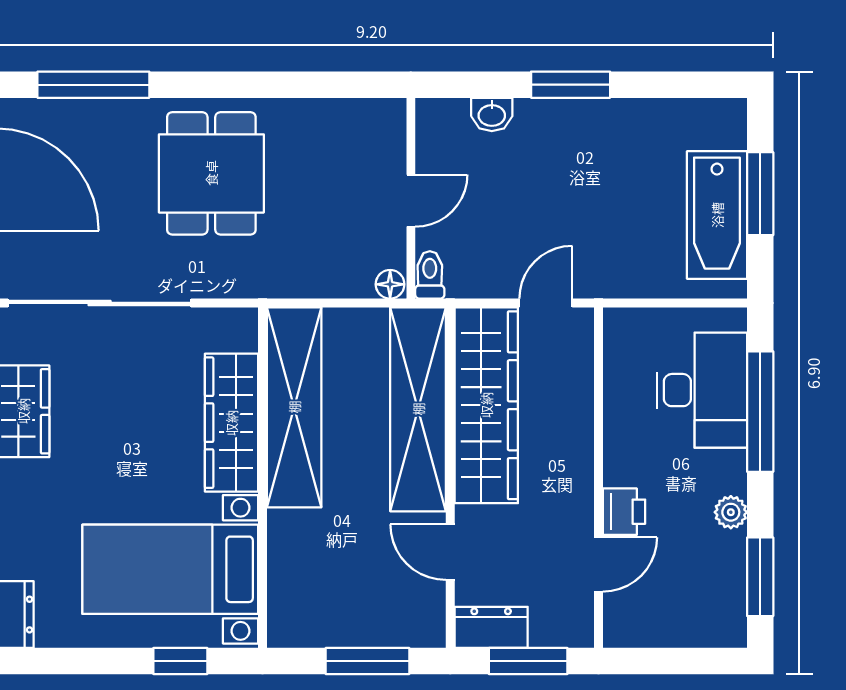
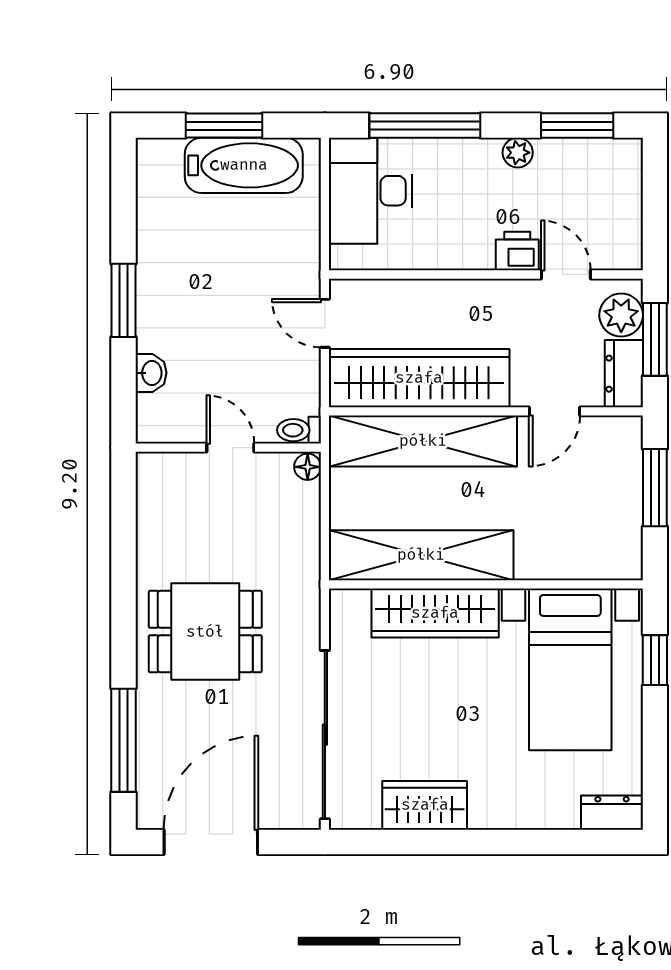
desk: (702, 390) -> (371, 191), moved, turned -90
plant: (555, 624) -> (621, 315), added

